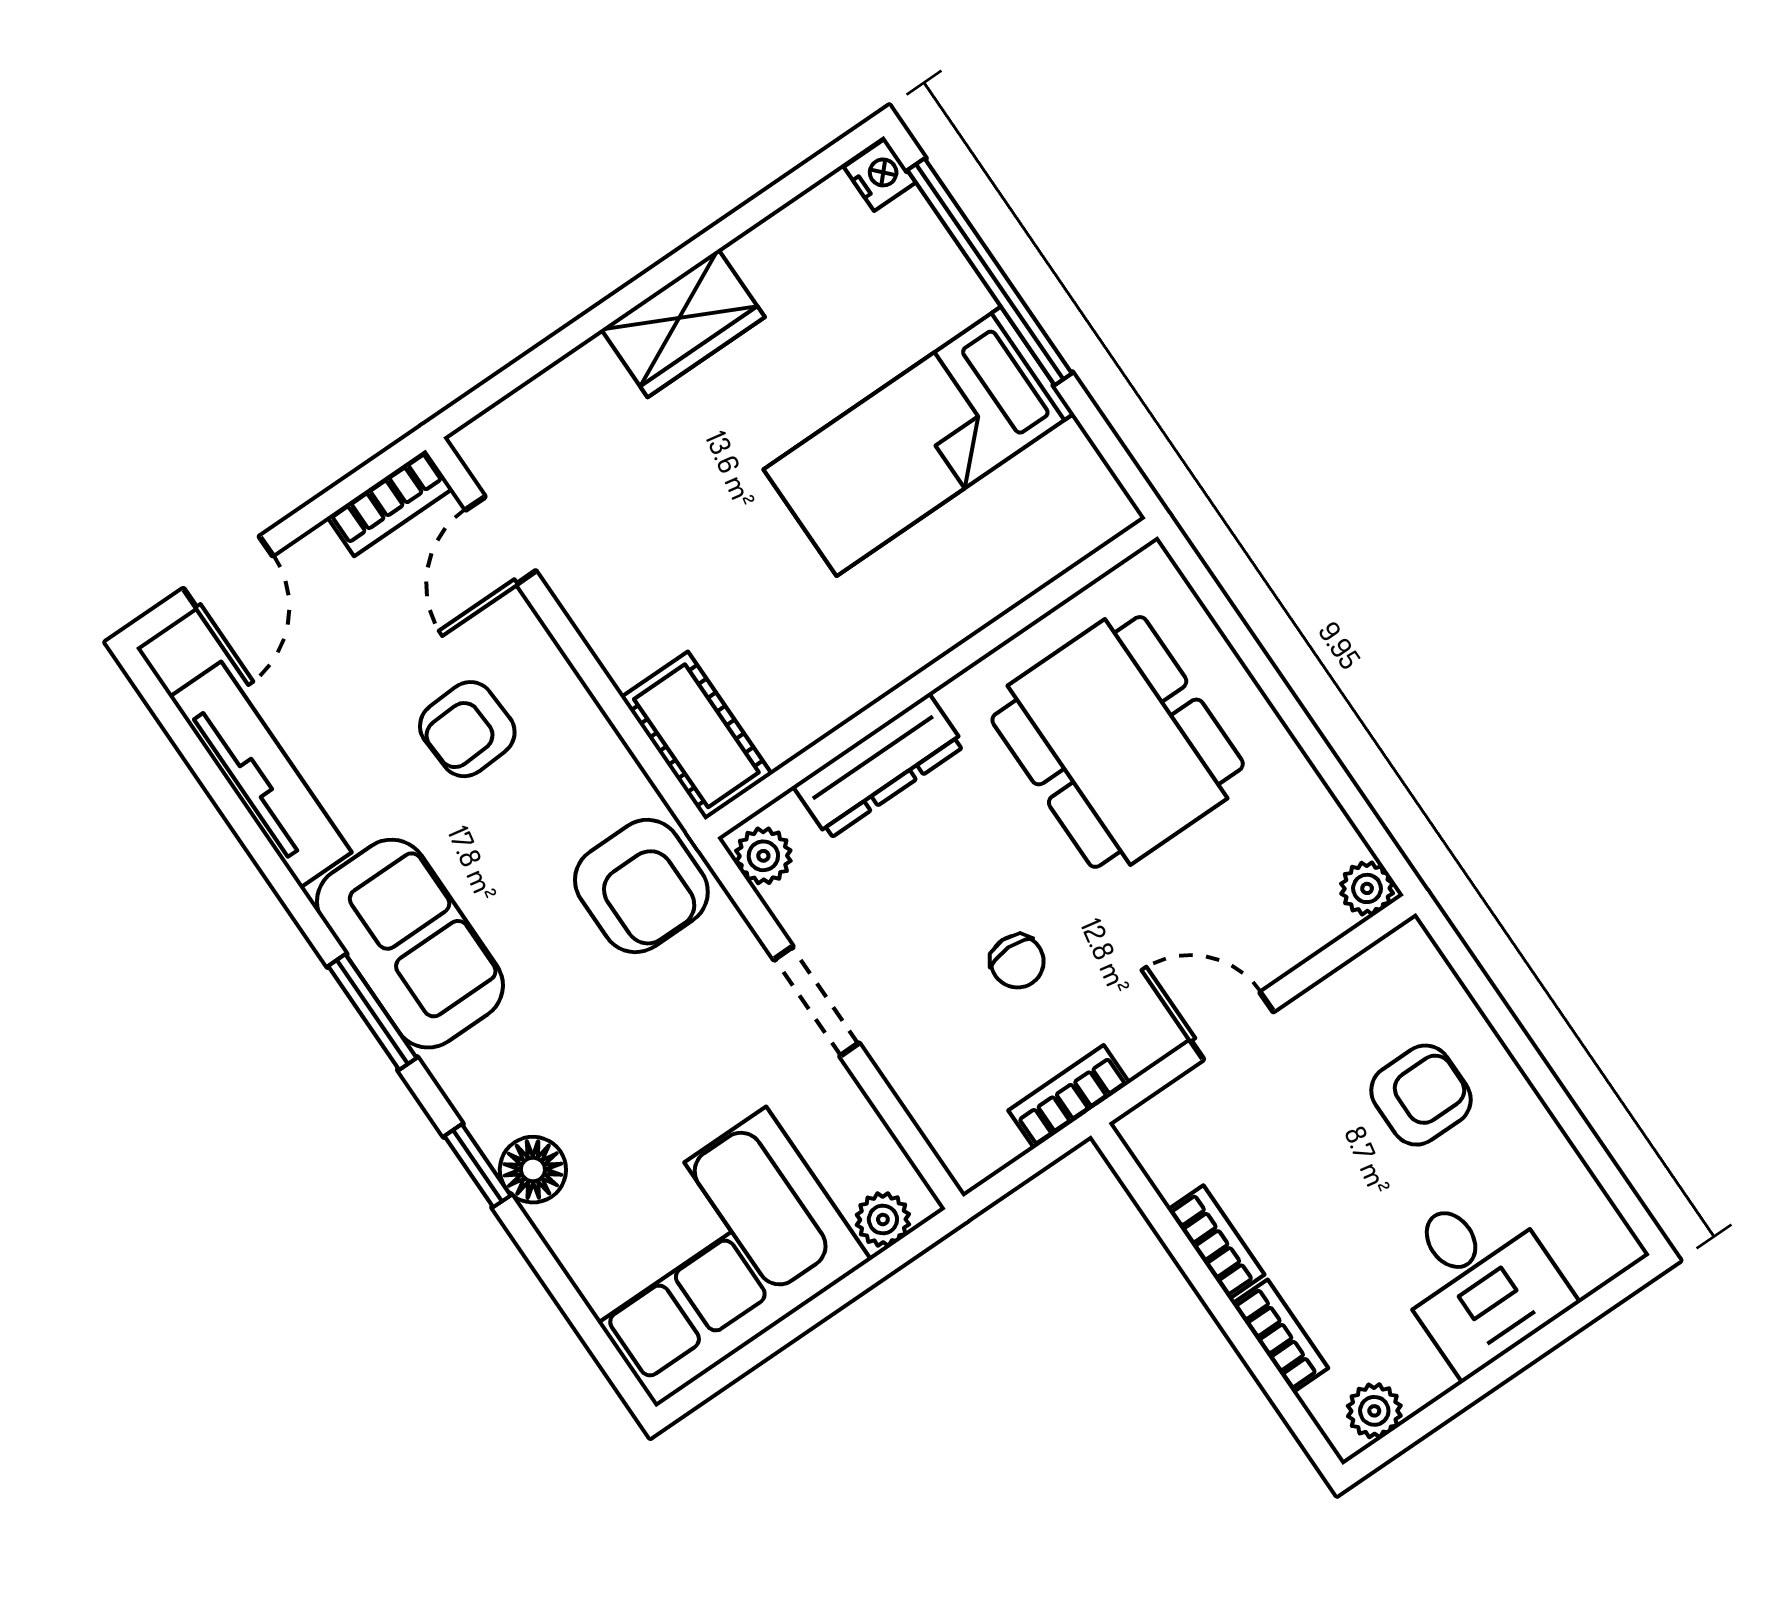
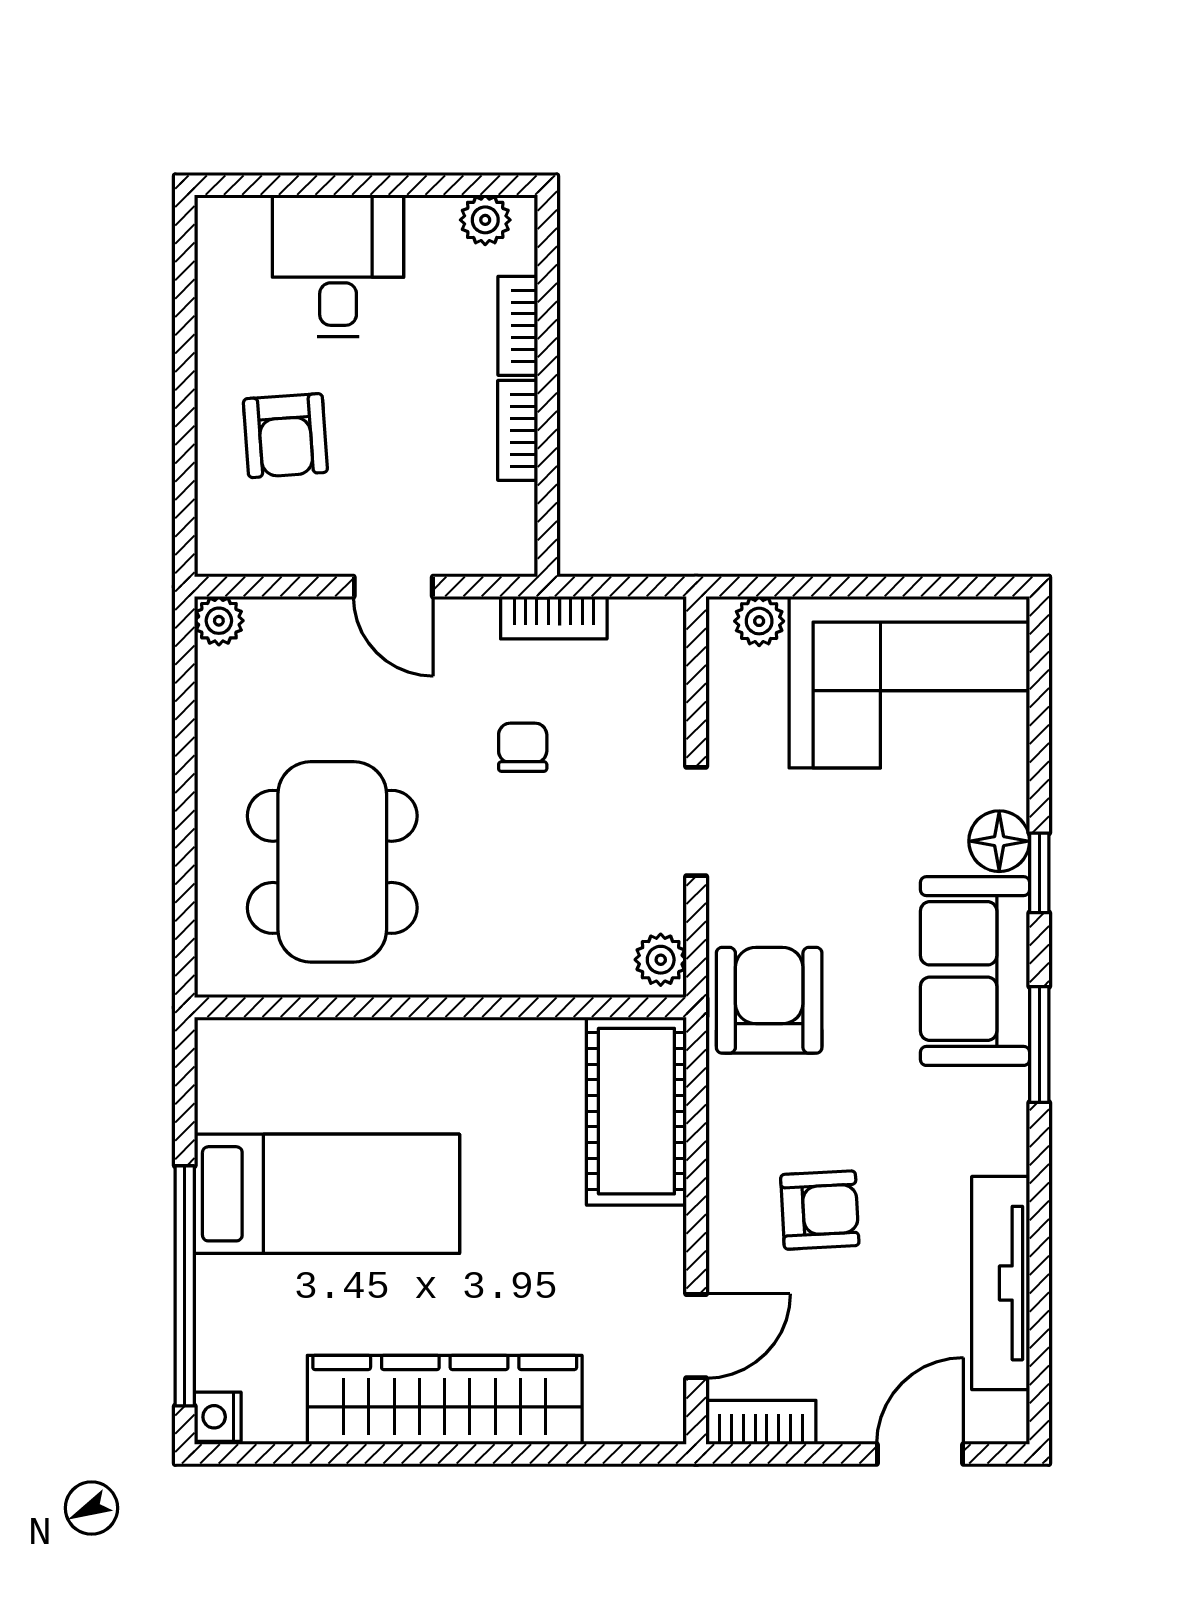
wardrobe: (683, 323) -> (445, 1400), width x2.10, depth x1.17
cot: (696, 736) -> (636, 1111), width x1.37, depth x1.34
dresser: (879, 766) -> (526, 968), removed
sofa: (410, 944) -> (975, 971), moved
armchair: (1421, 1095) -> (285, 436), turned -94

